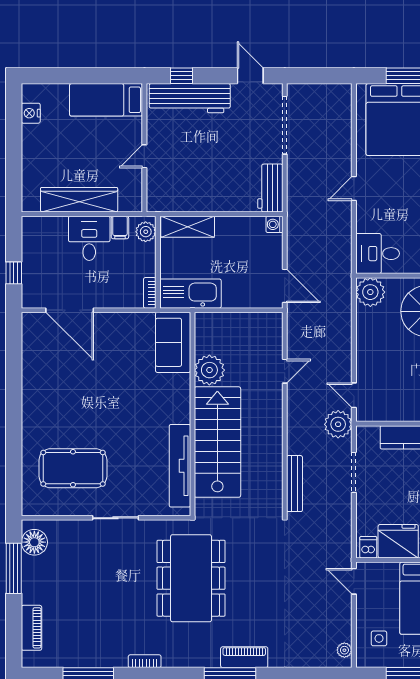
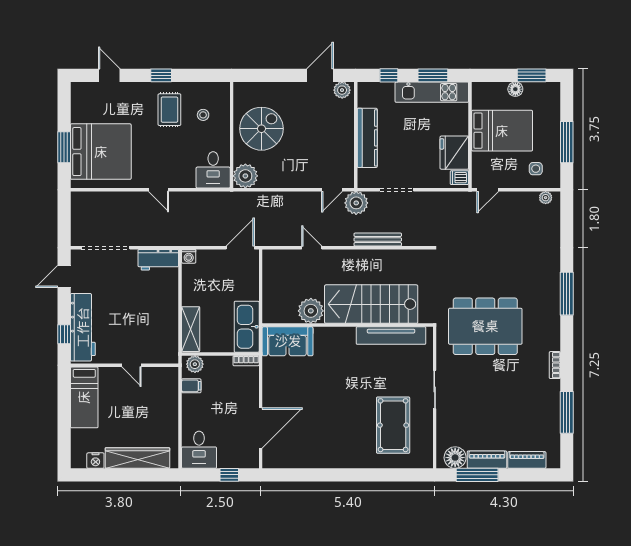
wardrobe: (79, 200) -> (137, 458), moved, turned 90
desk: (89, 238) -> (199, 450), moved, turned -90
bench: (294, 484) -> (378, 240), moved
piano: (244, 657) -> (487, 460), moved, turned 90

